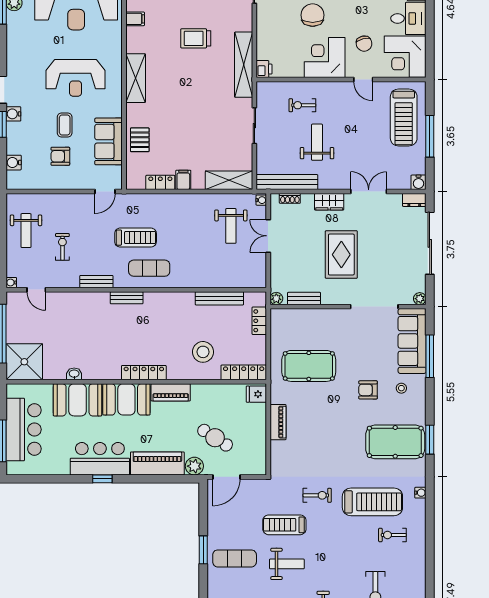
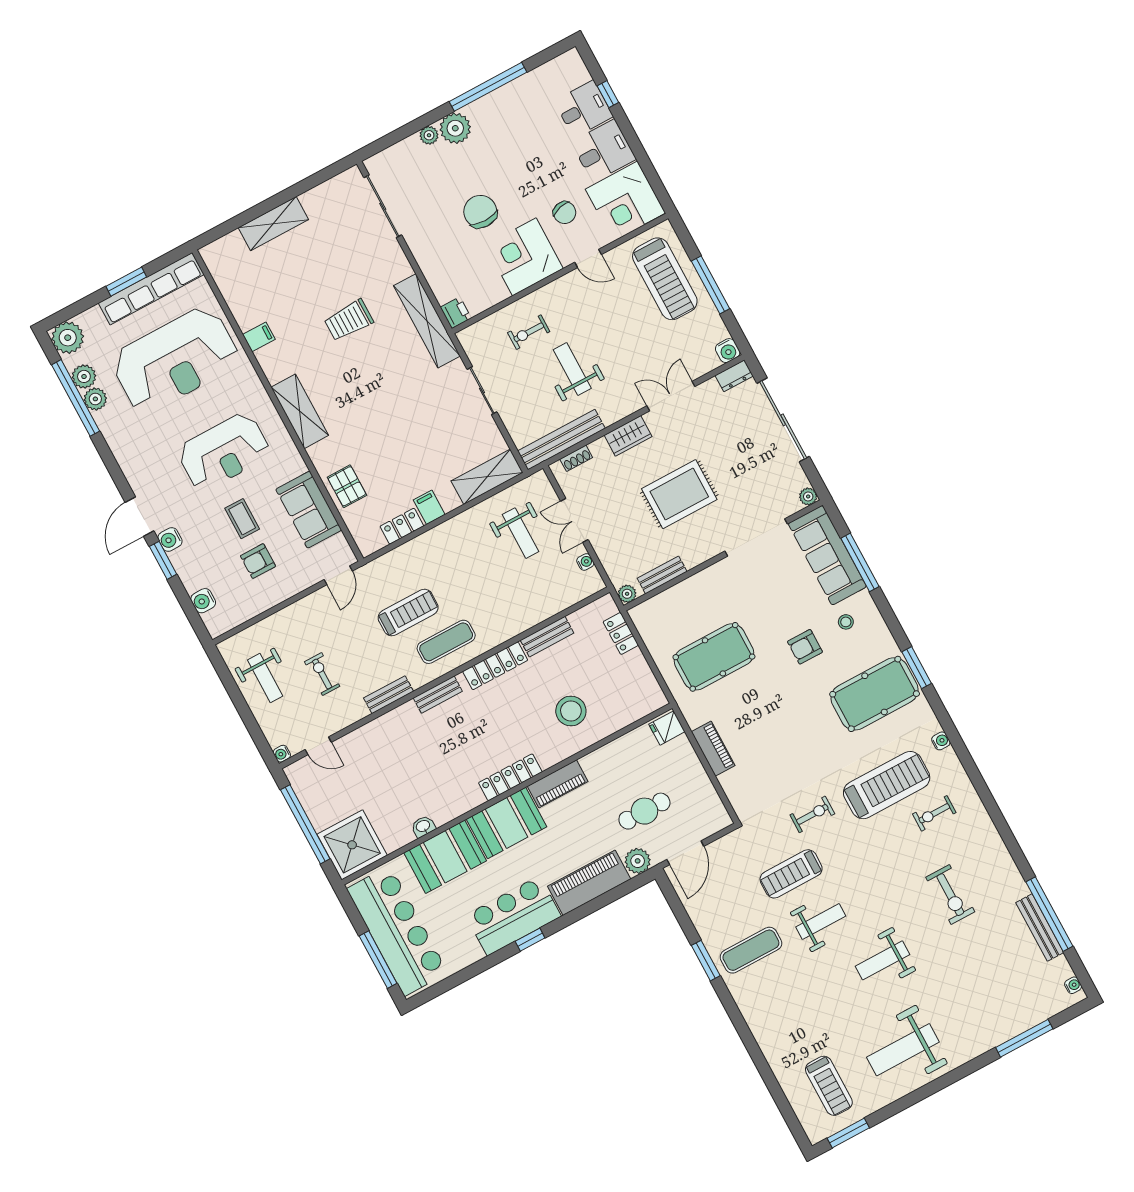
water cooler: (261, 200) -> (585, 562), moved
rug: (341, 255) -> (679, 494), turned 90
bench: (219, 298) -> (547, 637), width x0.73
locker: (244, 372) -> (495, 666), moved, turned 180
bar counter: (24, 429) -> (397, 931), width x1.36
cafe table: (215, 438) -> (644, 811), turned -33

